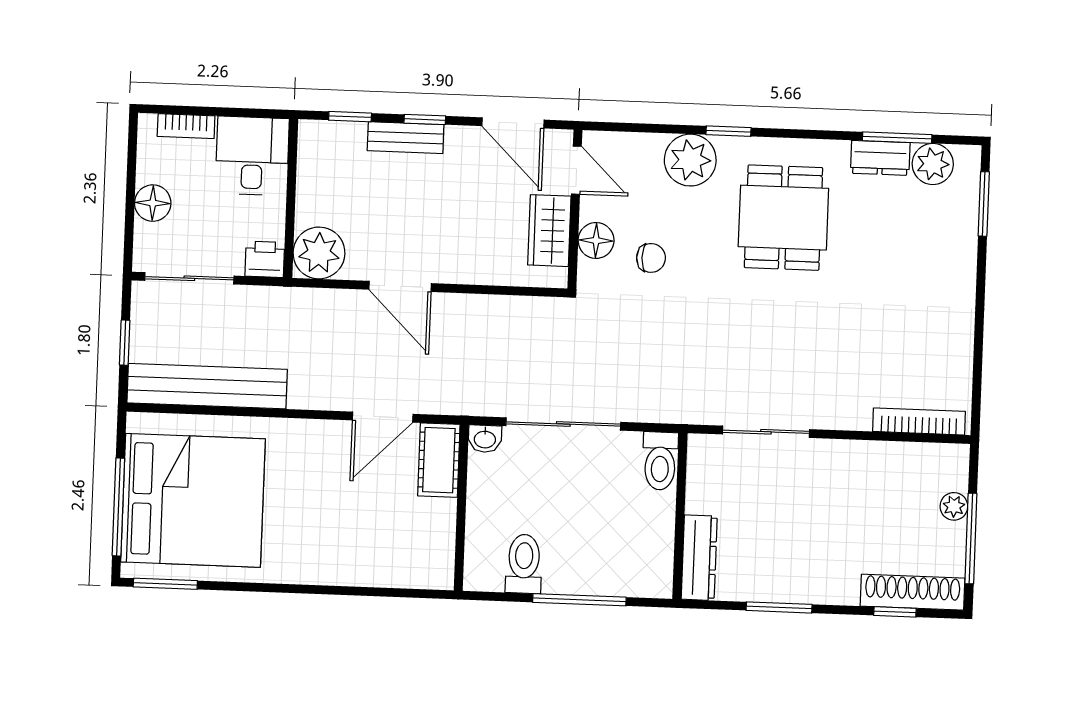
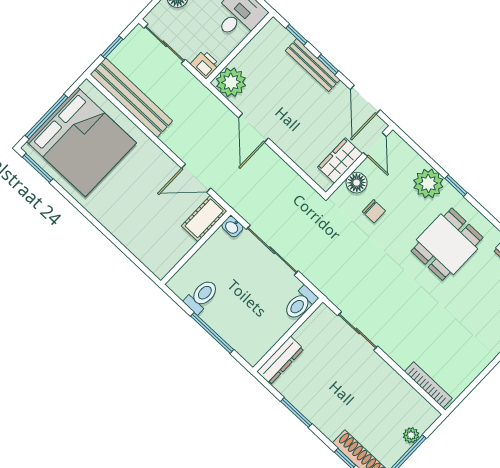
bench: (406, 138) -> (313, 65), width x1.36

